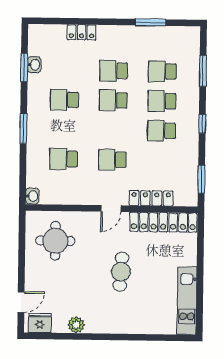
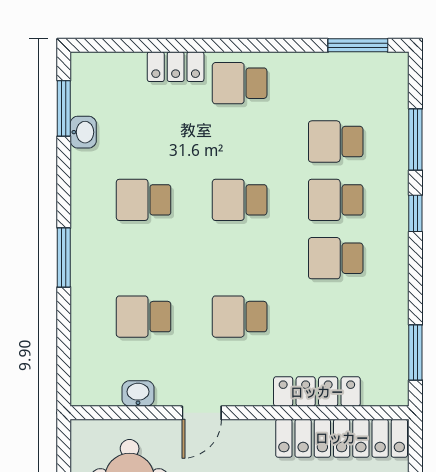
window: (151, 22) -> (358, 45), moved
window: (24, 68) -> (64, 108), moved
school desk: (114, 71) -> (240, 83), moved
window: (202, 124) -> (415, 213), moved
washbasin: (32, 196) -> (138, 393), moved, turned -90
door: (111, 209) -> (202, 413), moved

